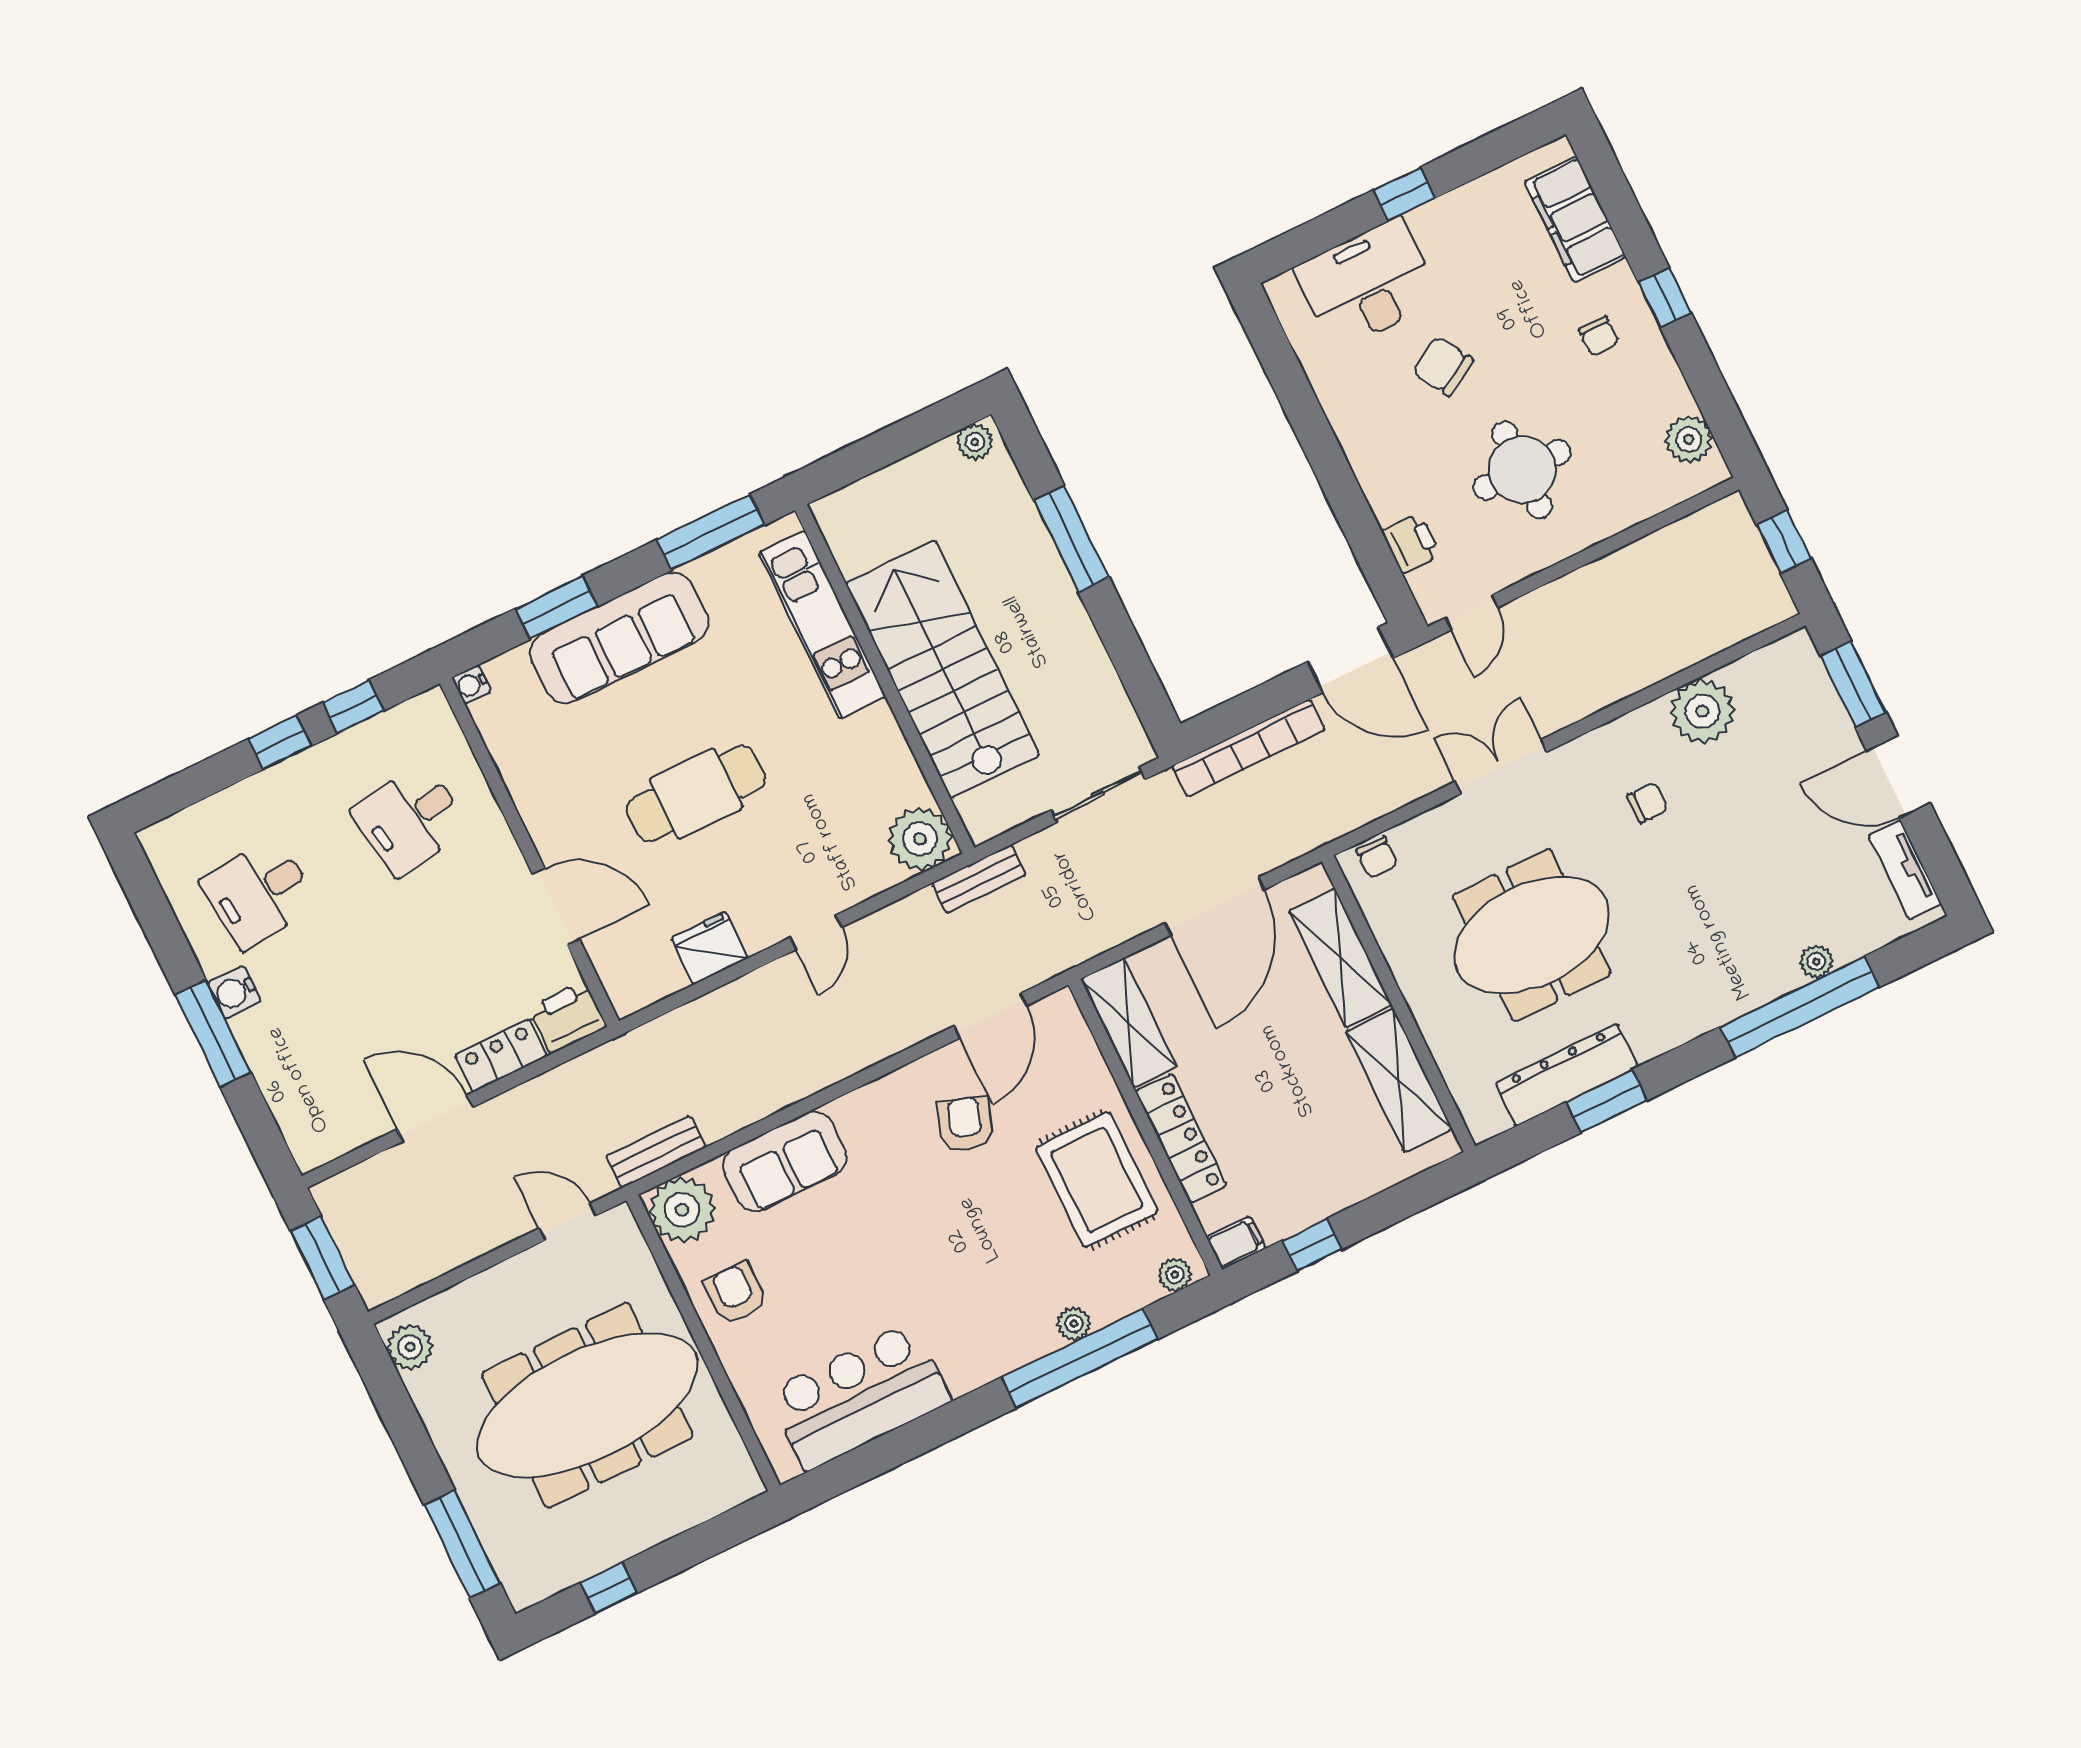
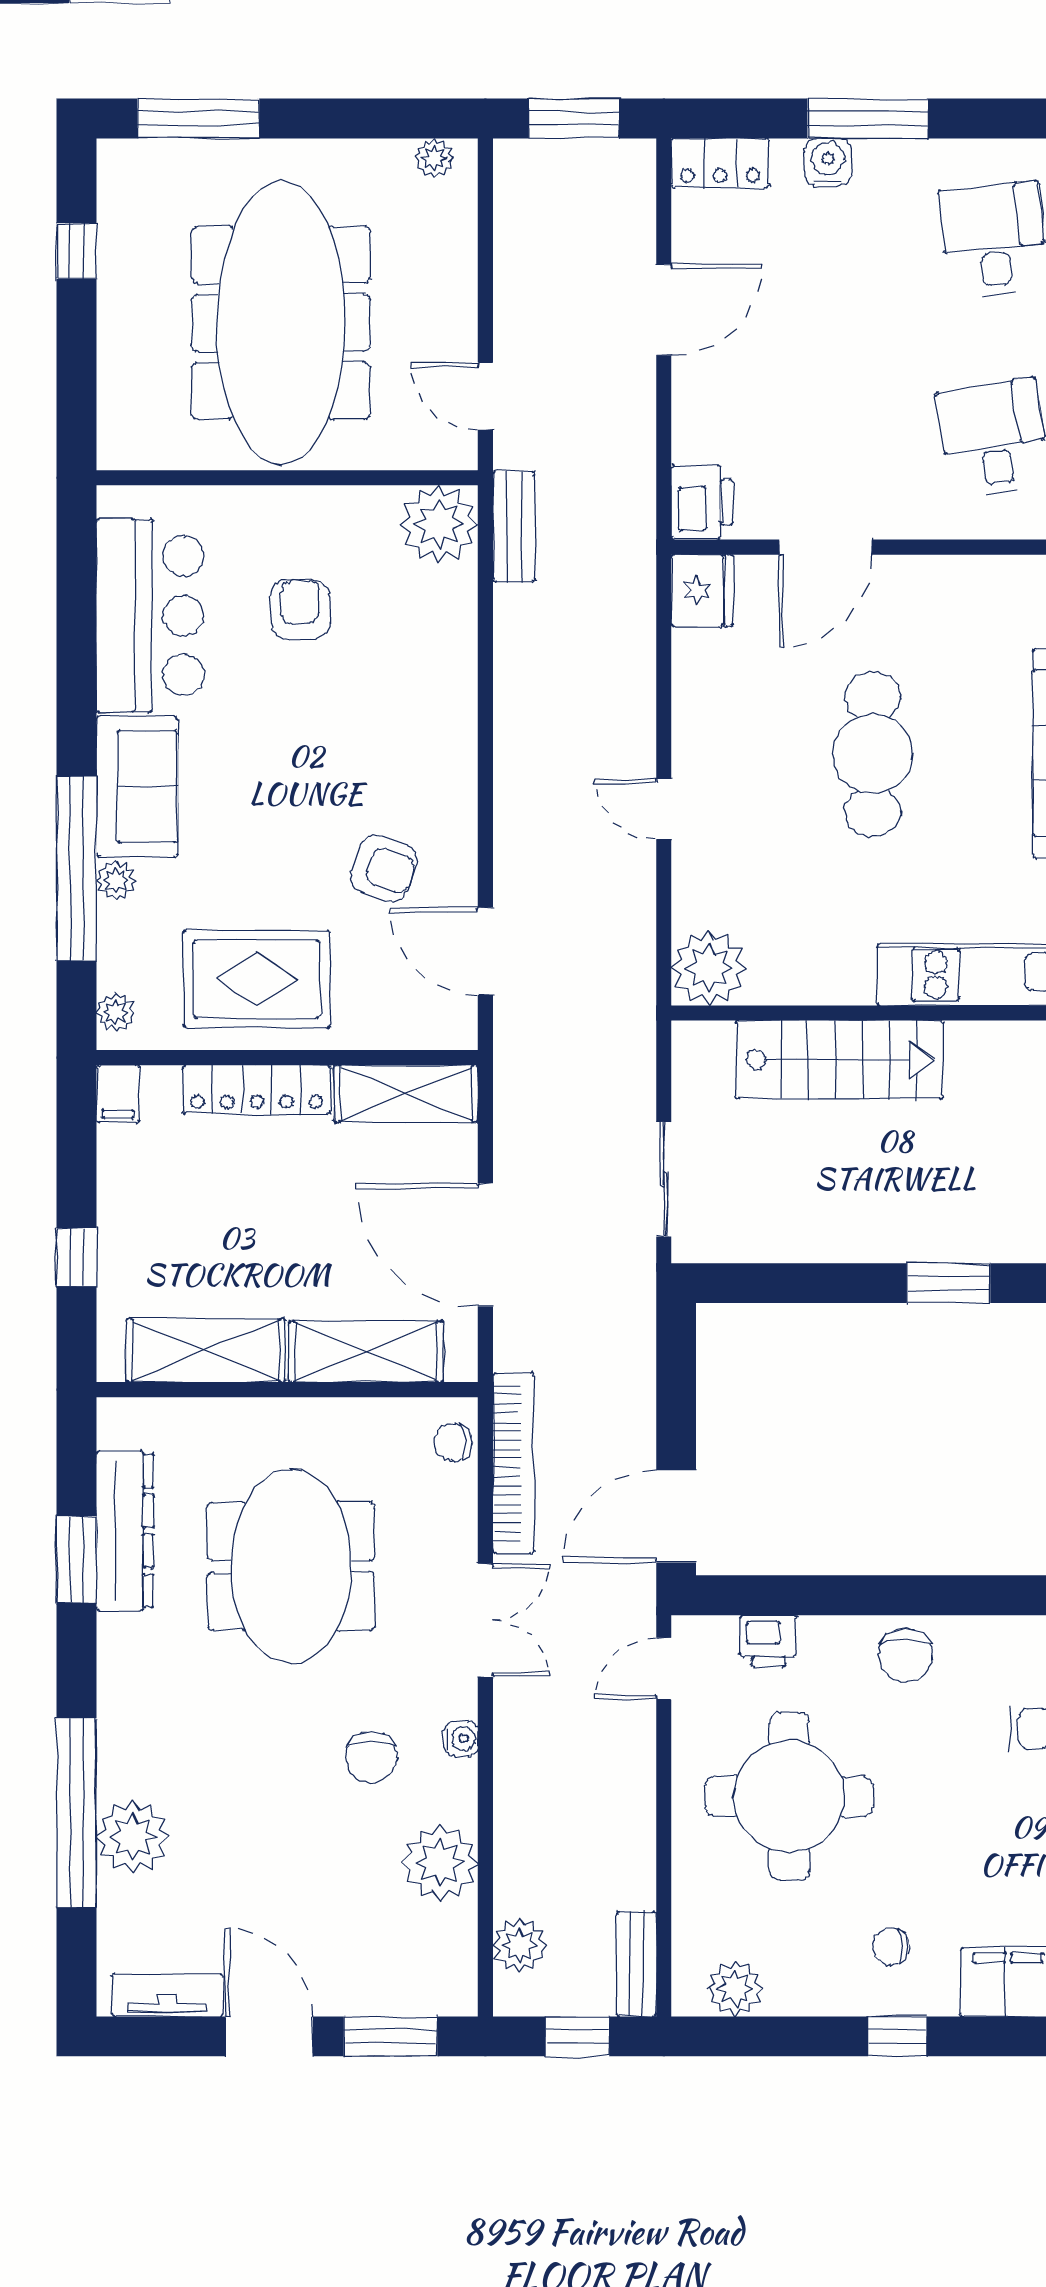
chair: (1443, 366) -> (906, 1655), moved, turned 121
round table: (1522, 470) -> (789, 1796), width x1.36, depth x1.36
window: (1071, 539) -> (948, 1283), width x0.69
door: (1471, 613) -> (664, 1669), hinge flipped
plant: (1736, 620) -> (520, 1945), added
stairs: (943, 669) -> (839, 1060), width x0.73, depth x0.66
water cooler: (1600, 741) -> (461, 1739), added
bookcase: (1248, 748) -> (513, 1463), moved, turned 180
door: (1899, 777) -> (269, 2036), hinge flipped
chair: (1648, 803) -> (371, 1757), width x1.37, depth x1.37
bench: (979, 879) -> (636, 1964), moved
fridge: (709, 948) -> (702, 591), moved
plant: (1816, 962) -> (133, 1837), width x1.88, depth x1.88
water cooler: (234, 992) -> (828, 162), moved
locker: (501, 1056) -> (720, 163), moved, turned 90
sofa: (785, 1161) -> (137, 787), moved, turned 180
door: (567, 1222) -> (485, 396), swing flipped
window: (1312, 1245) -> (77, 1257), moved
armchair: (736, 1293) -> (300, 609), moved, turned -90
plant: (410, 1347) -> (434, 158), width x0.73, depth x0.73

